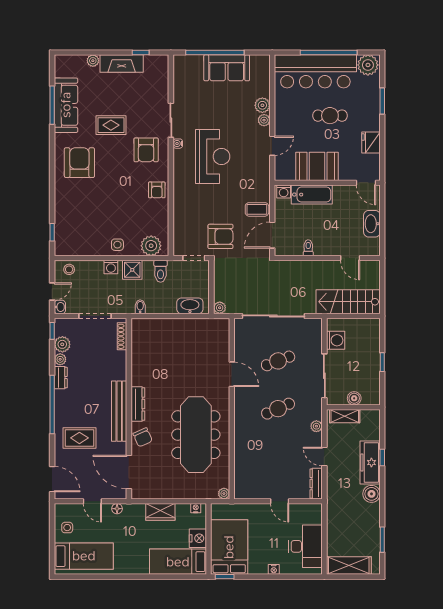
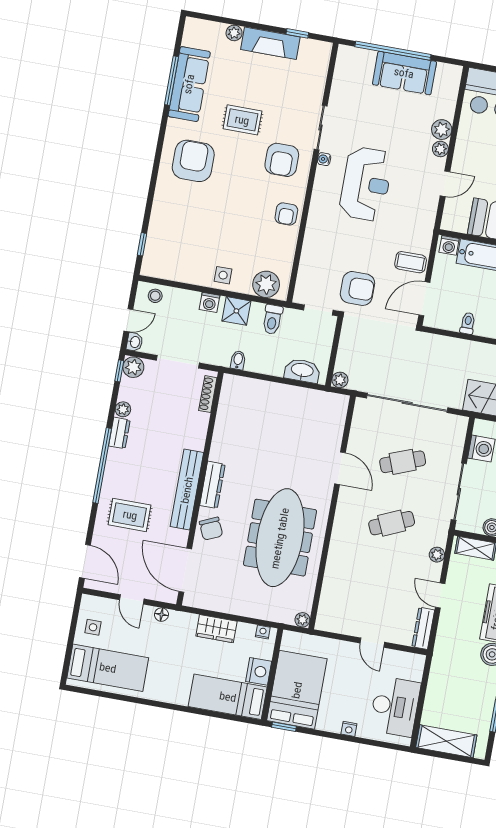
plant: (62, 344) -> (133, 367), moved

